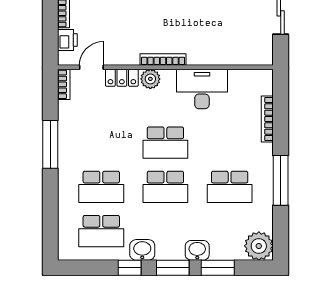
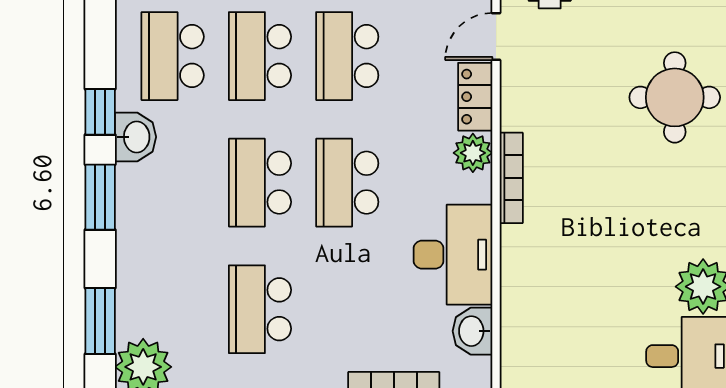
door: (91, 67) -> (496, 37), swing flipped
school desk: (101, 143) -> (347, 56), added
washbasin: (197, 250) -> (472, 331), moved, turned 180
window: (218, 268) -> (100, 321), moved

